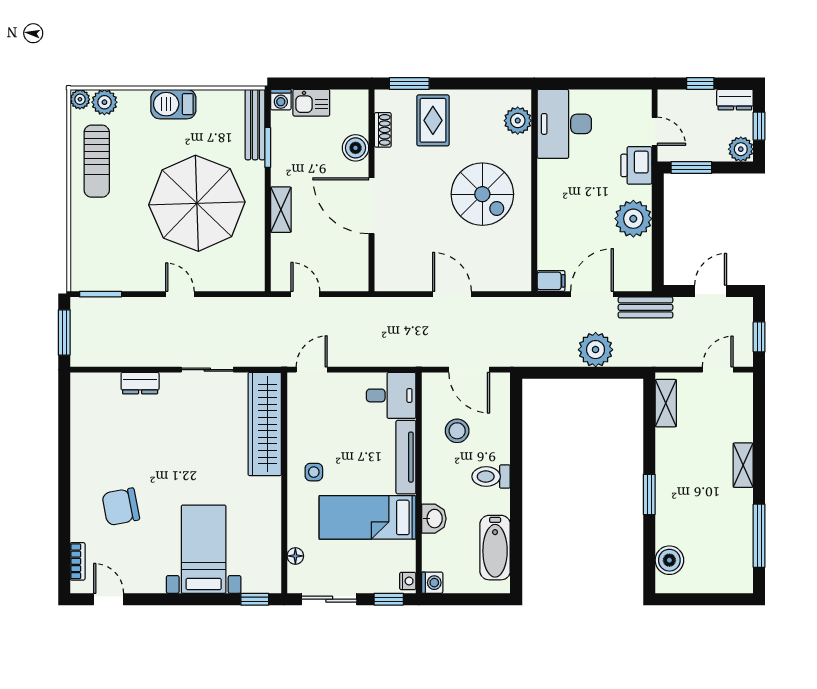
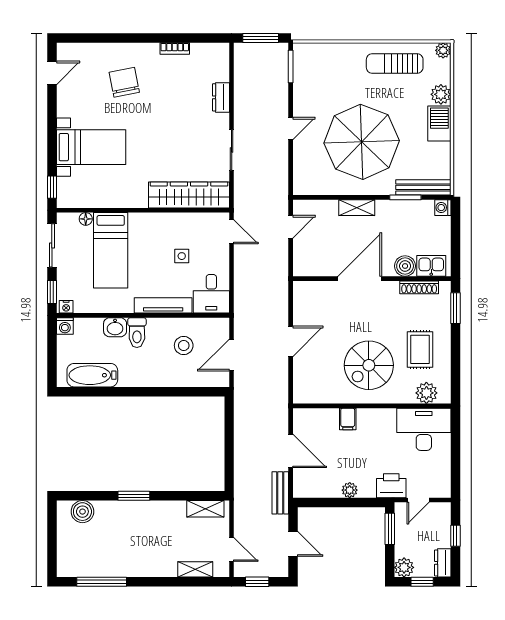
plant: (104, 102) -> (441, 94), moved
kitchen sink: (311, 103) -> (431, 266), moved, turned 90
rug: (433, 120) -> (420, 349), moved, turned 90
shoe rack: (383, 130) -> (419, 287), width x1.43
plant: (633, 219) -> (350, 490), width x0.53, depth x0.53
filing cabinet: (551, 281) -> (348, 419), moved
plant: (596, 350) -> (247, 454), removed
shelving: (743, 465) -> (195, 569), moved
side table: (314, 472) -> (182, 256), moved
toilet: (491, 477) -> (137, 333), moved, turned 180
bed: (367, 517) -> (111, 250), moved, turned 180
bookcase: (78, 561) -> (175, 49), moved

